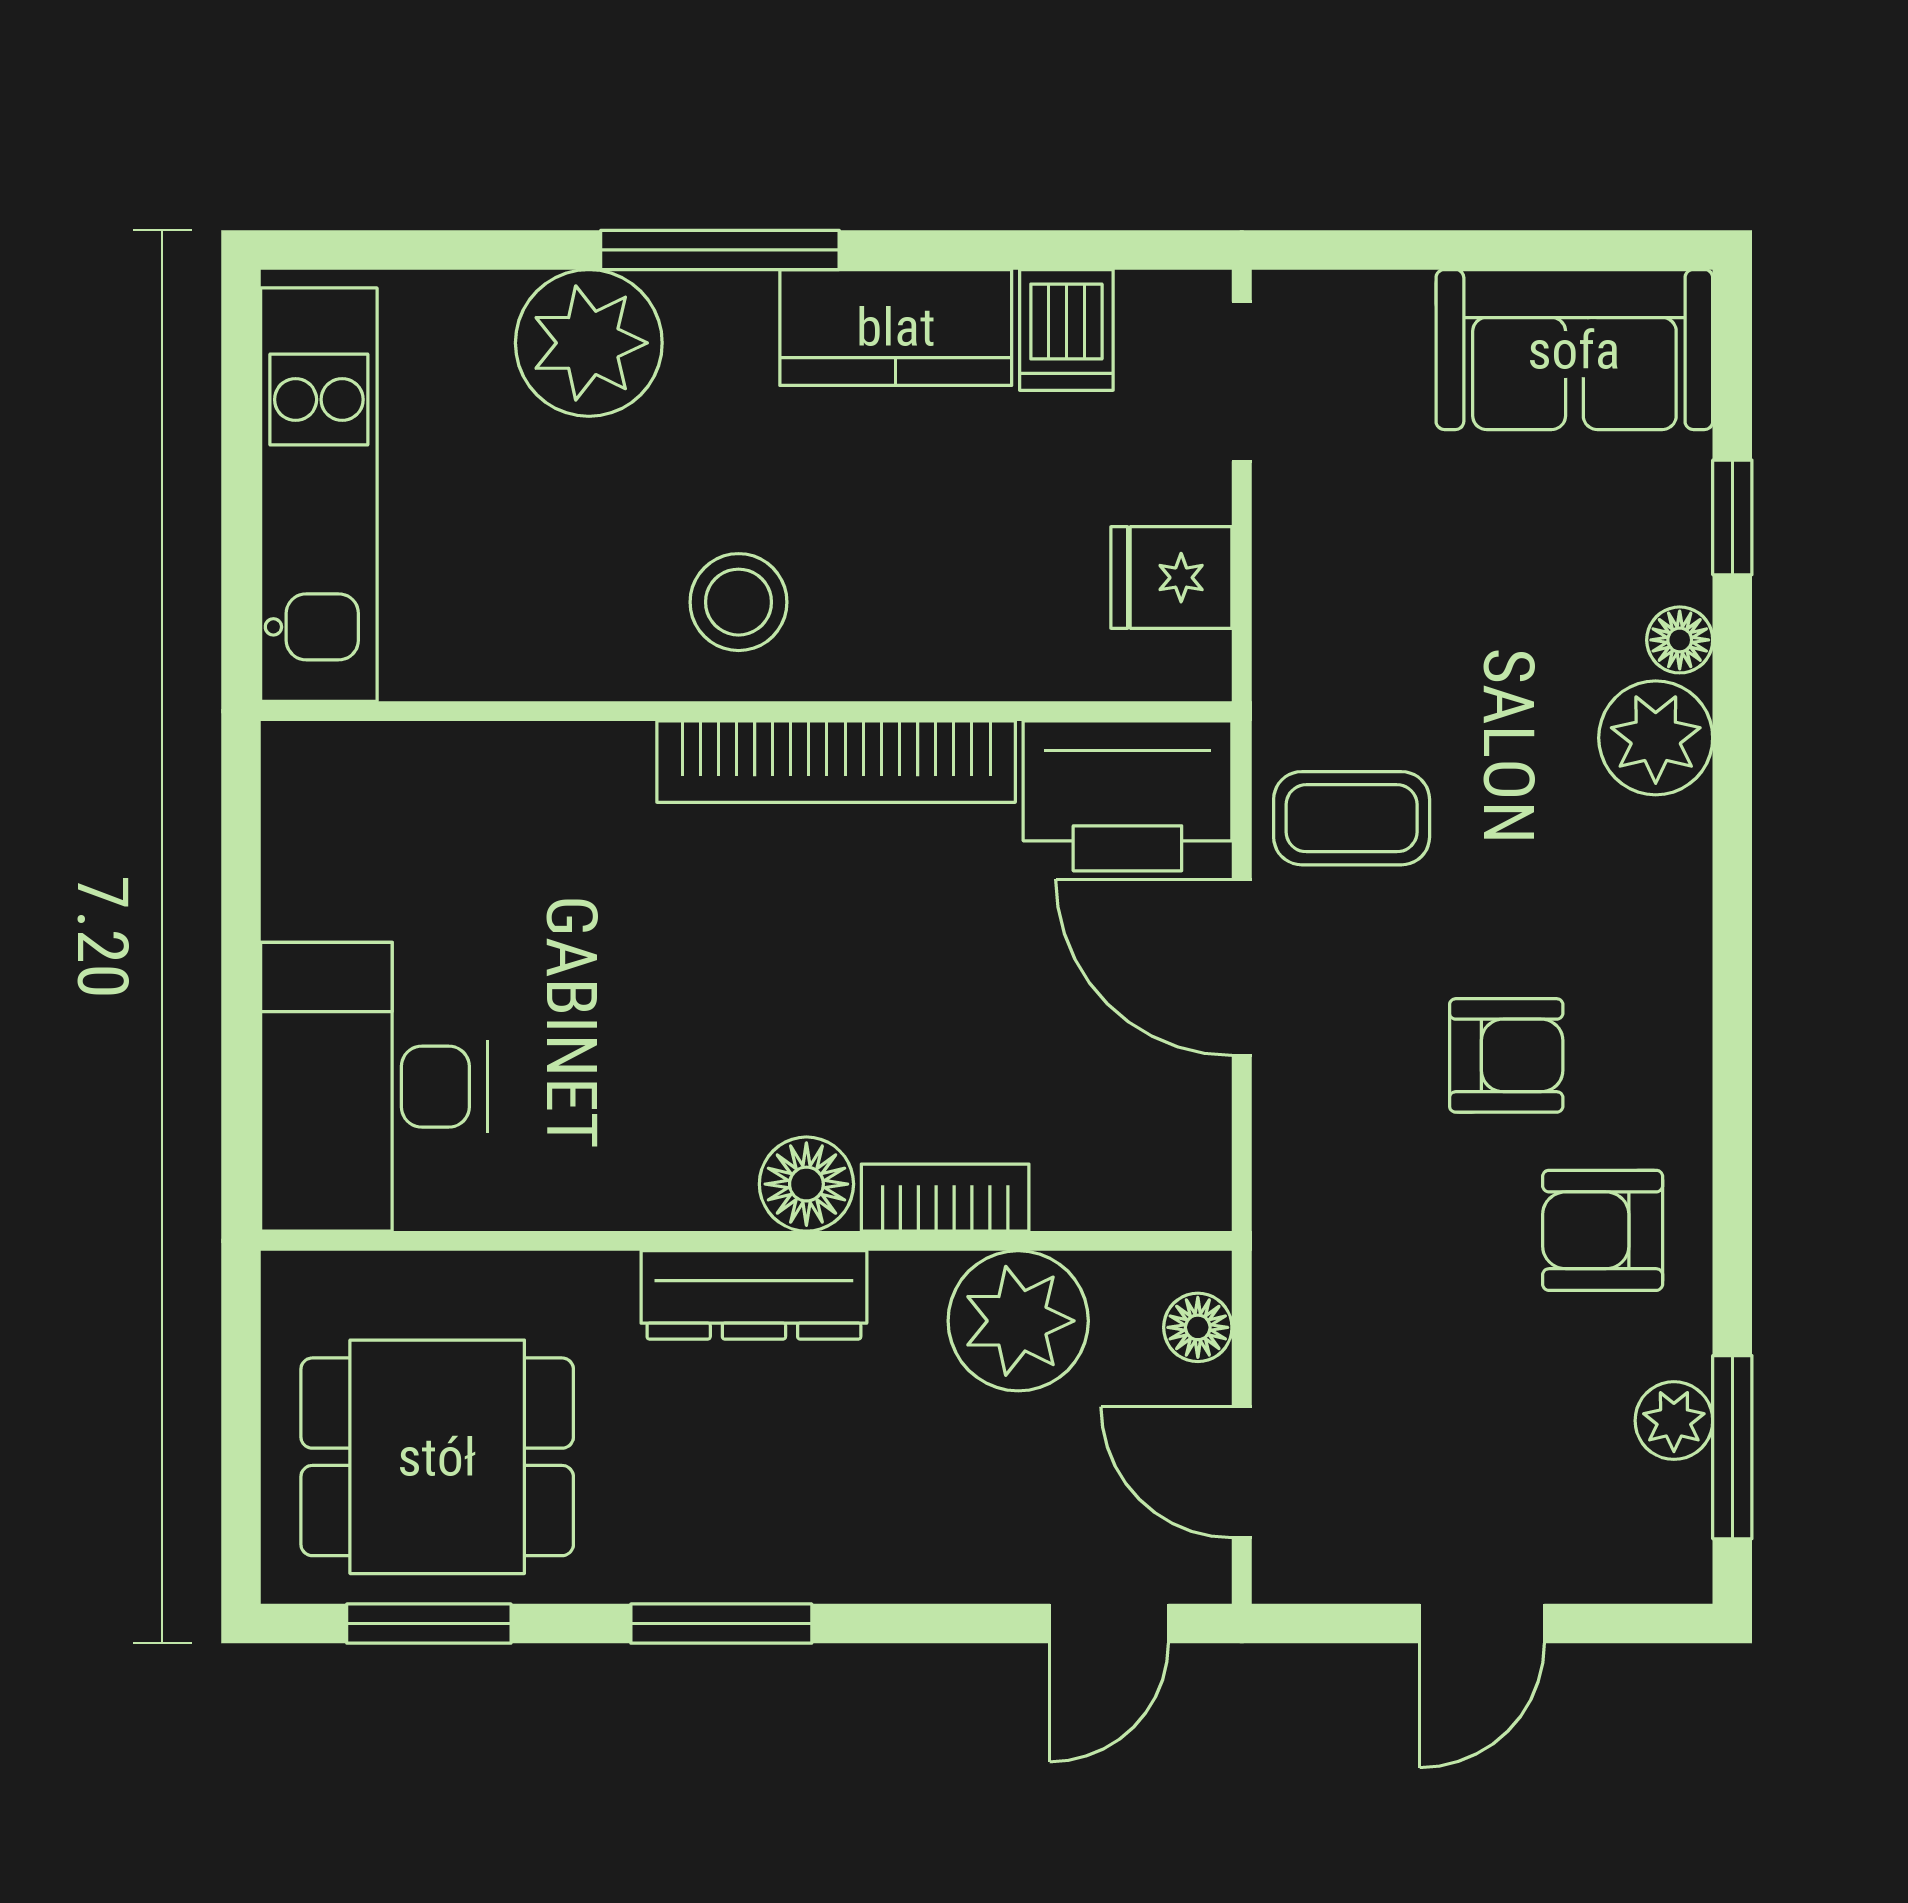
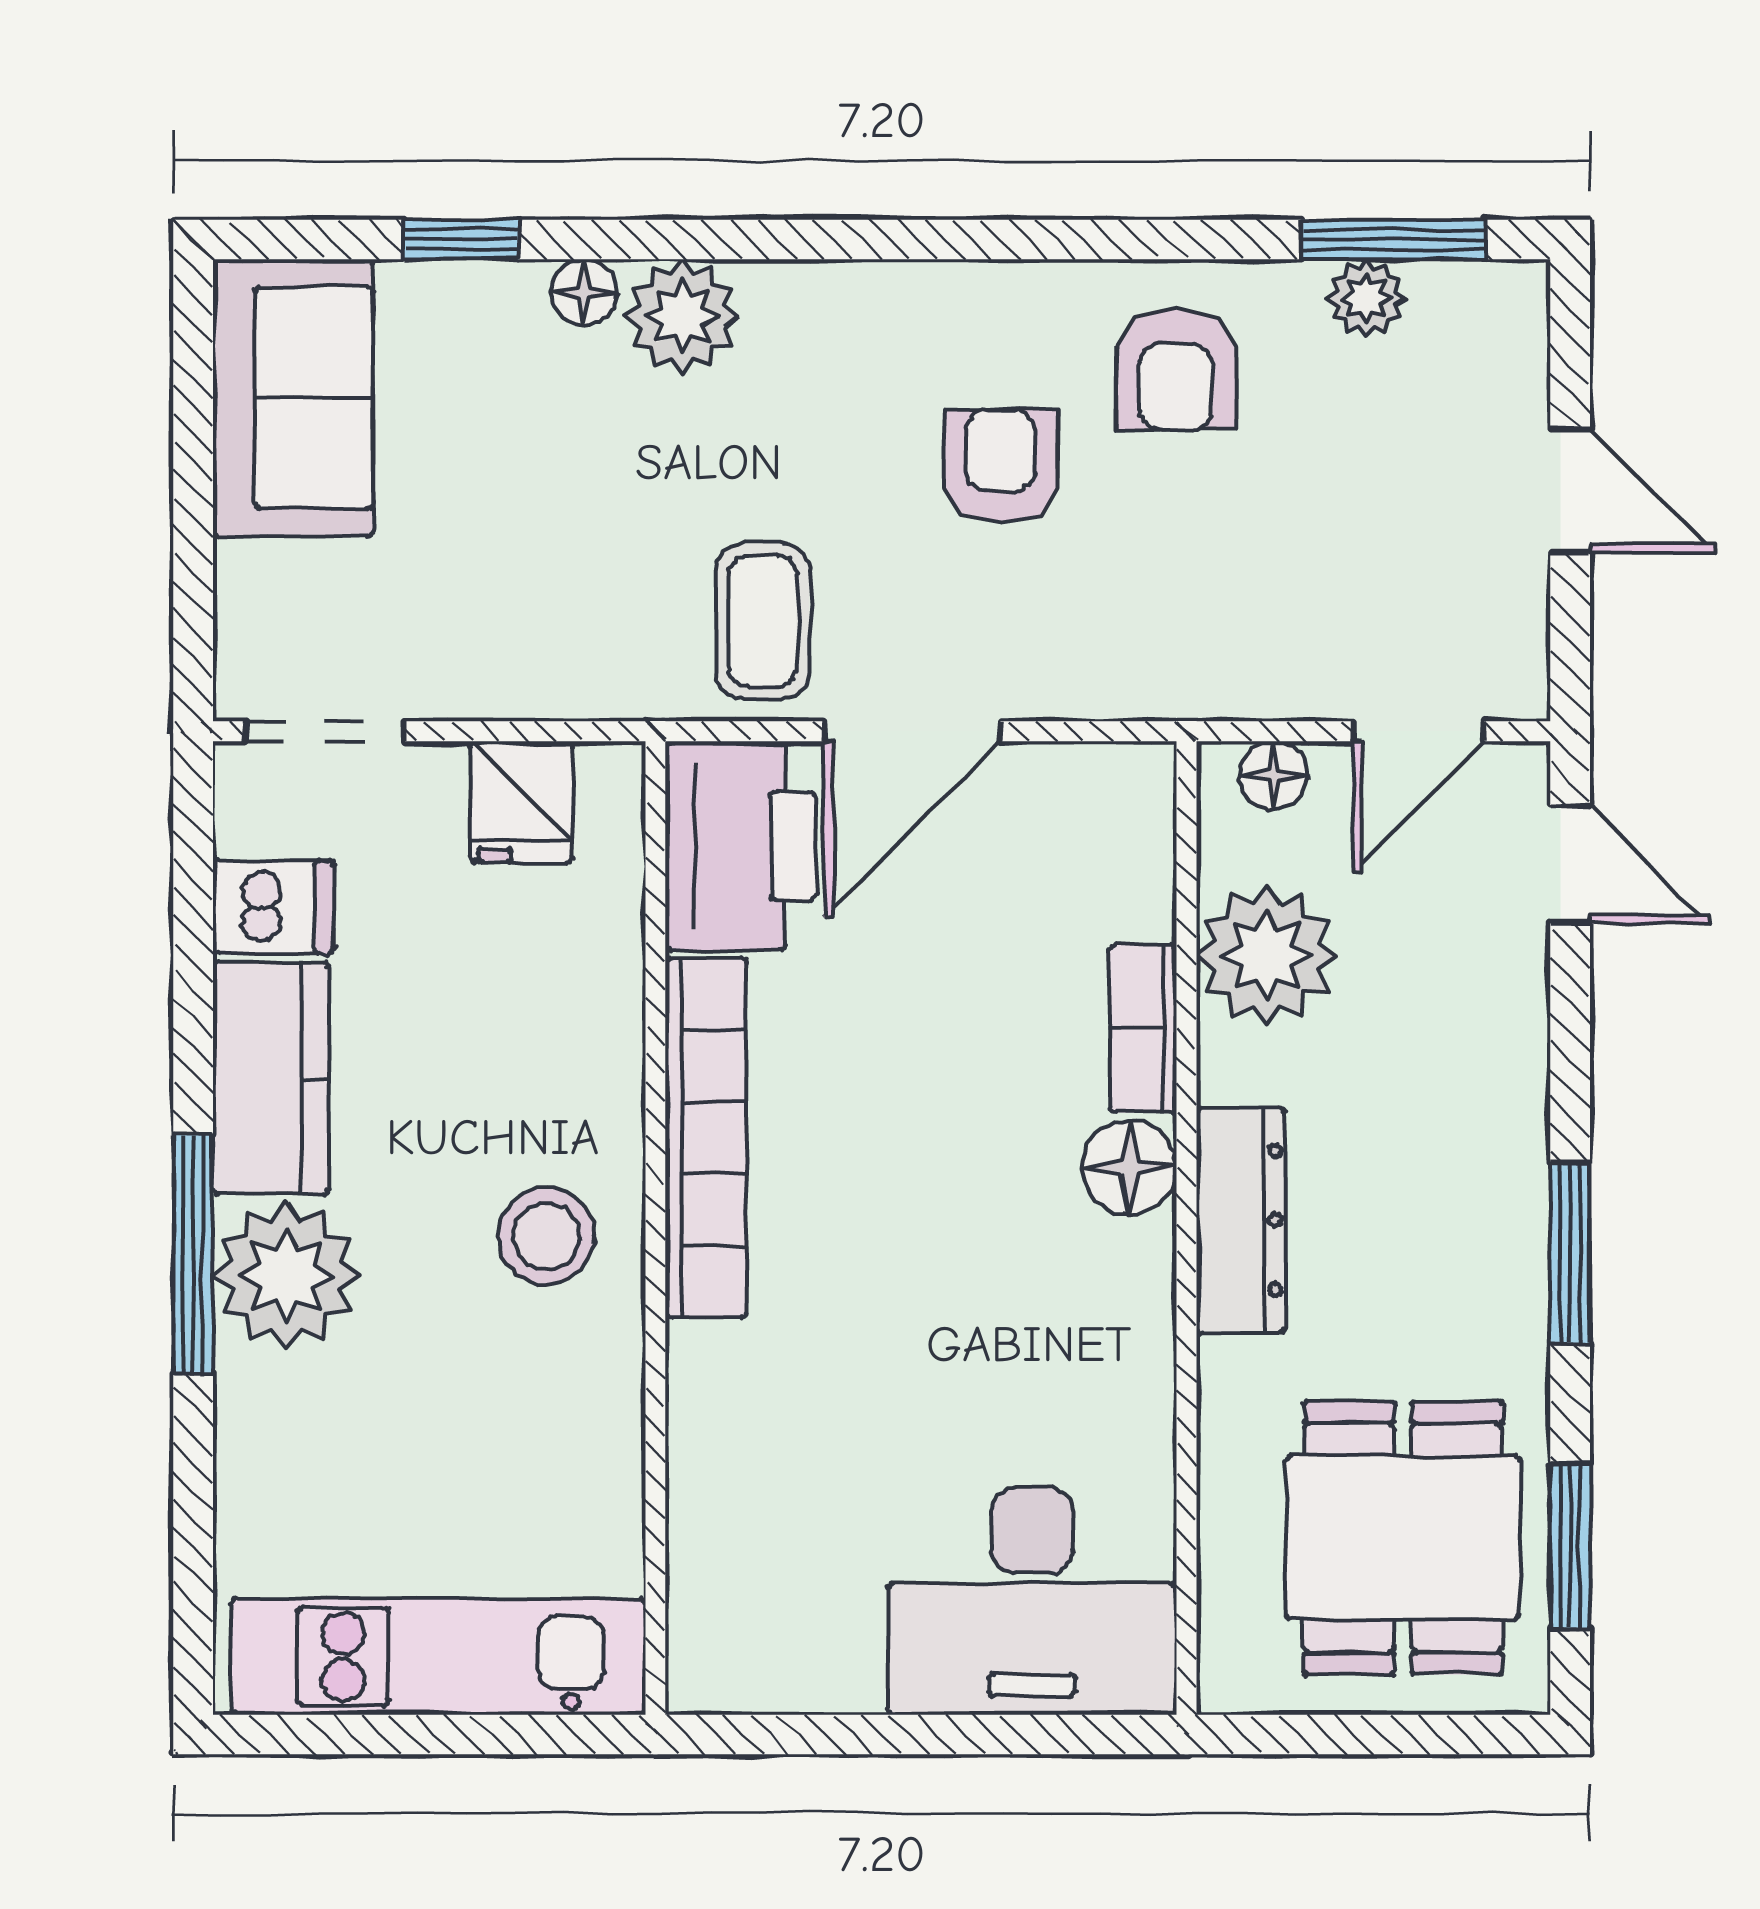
plant: (589, 343) -> (286, 1276), moved

